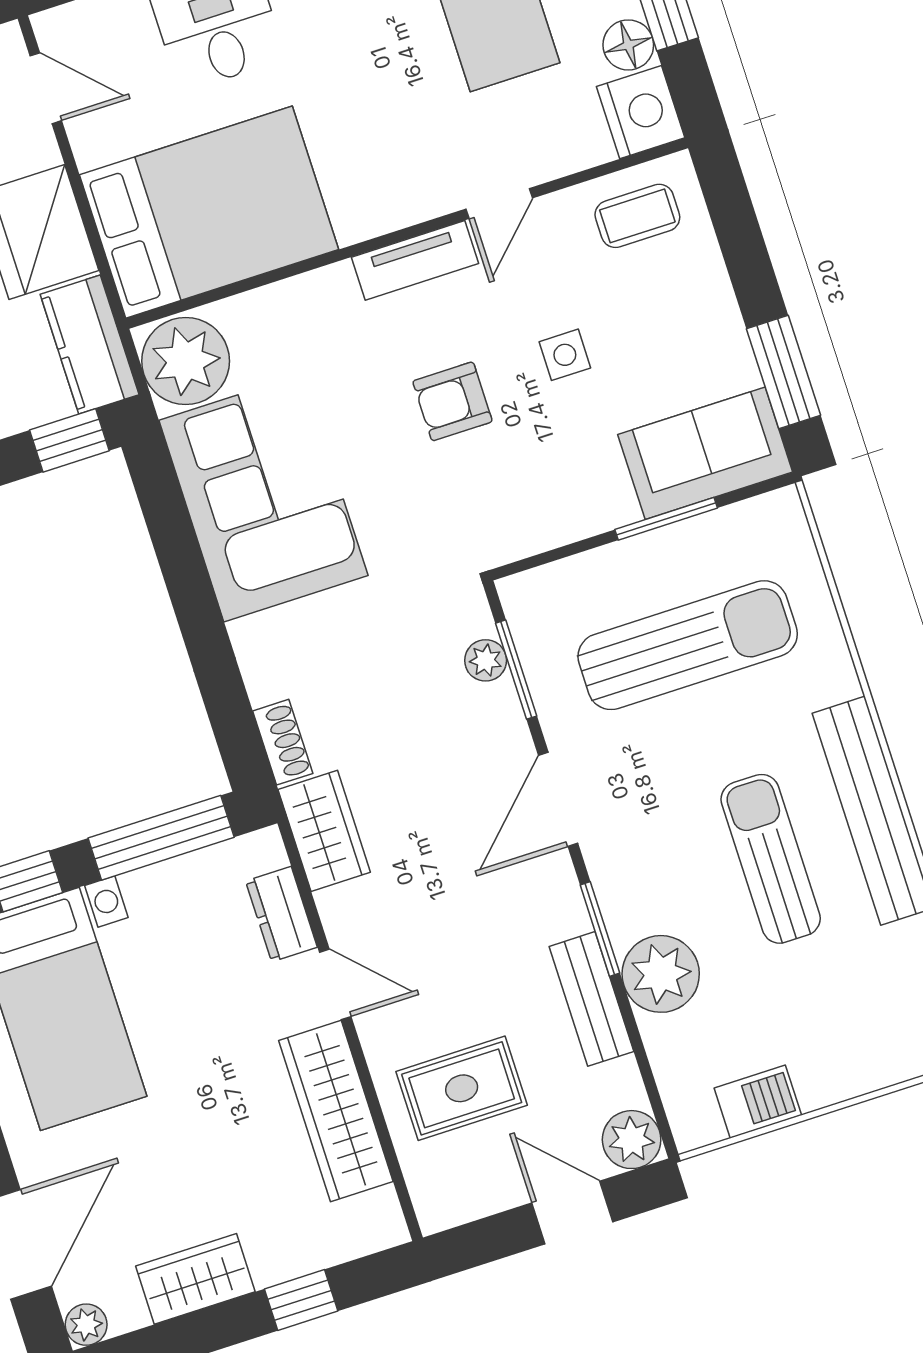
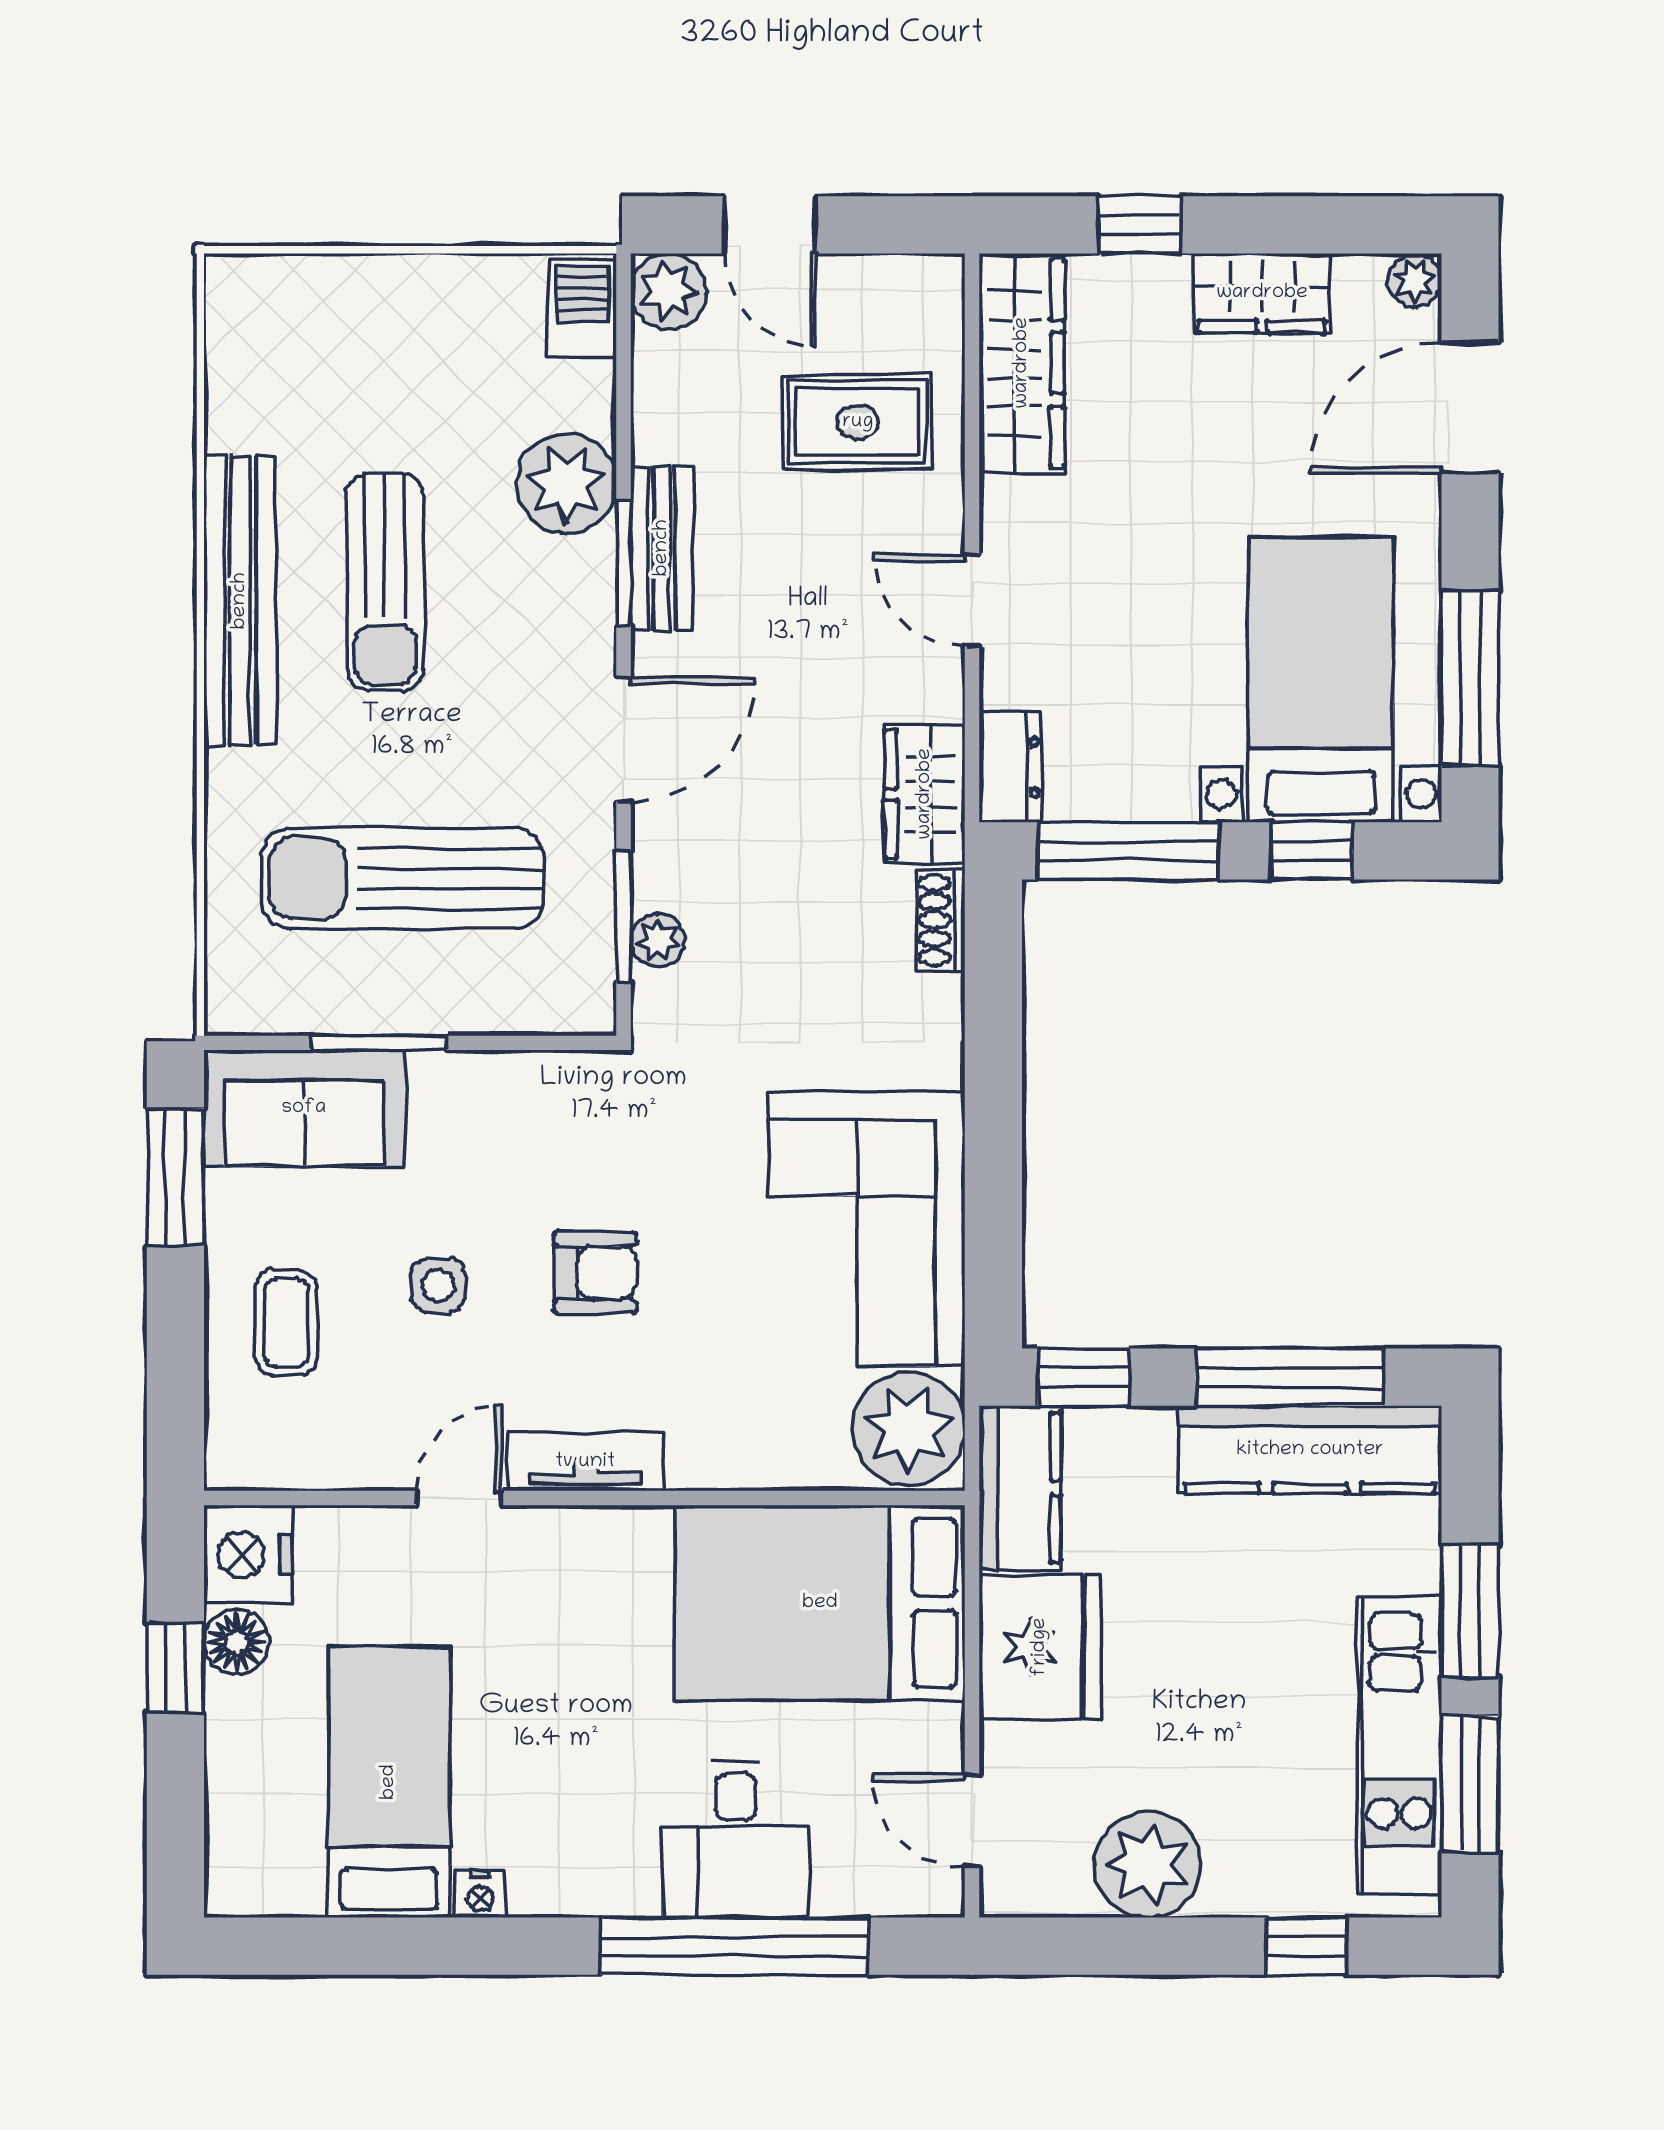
coffee table: (637, 216) -> (286, 1323), moved, turned 90
dresser: (282, 914) -> (1010, 767), moved
bench: (591, 999) -> (662, 548), moved
barbecue: (758, 1102) -> (582, 308), moved, turned 90
wardrobe: (336, 1111) -> (1022, 363), moved

